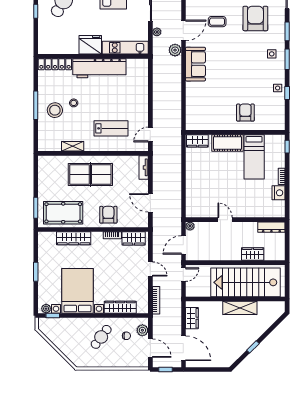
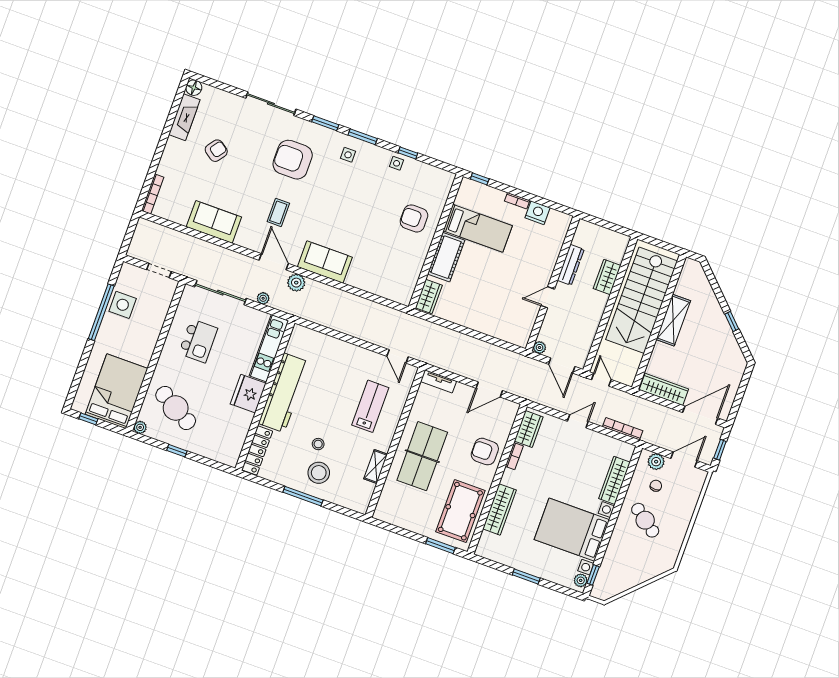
dresser: (271, 227) -> (571, 265), moved
wardrobe: (192, 318) -> (664, 389), width x1.50

